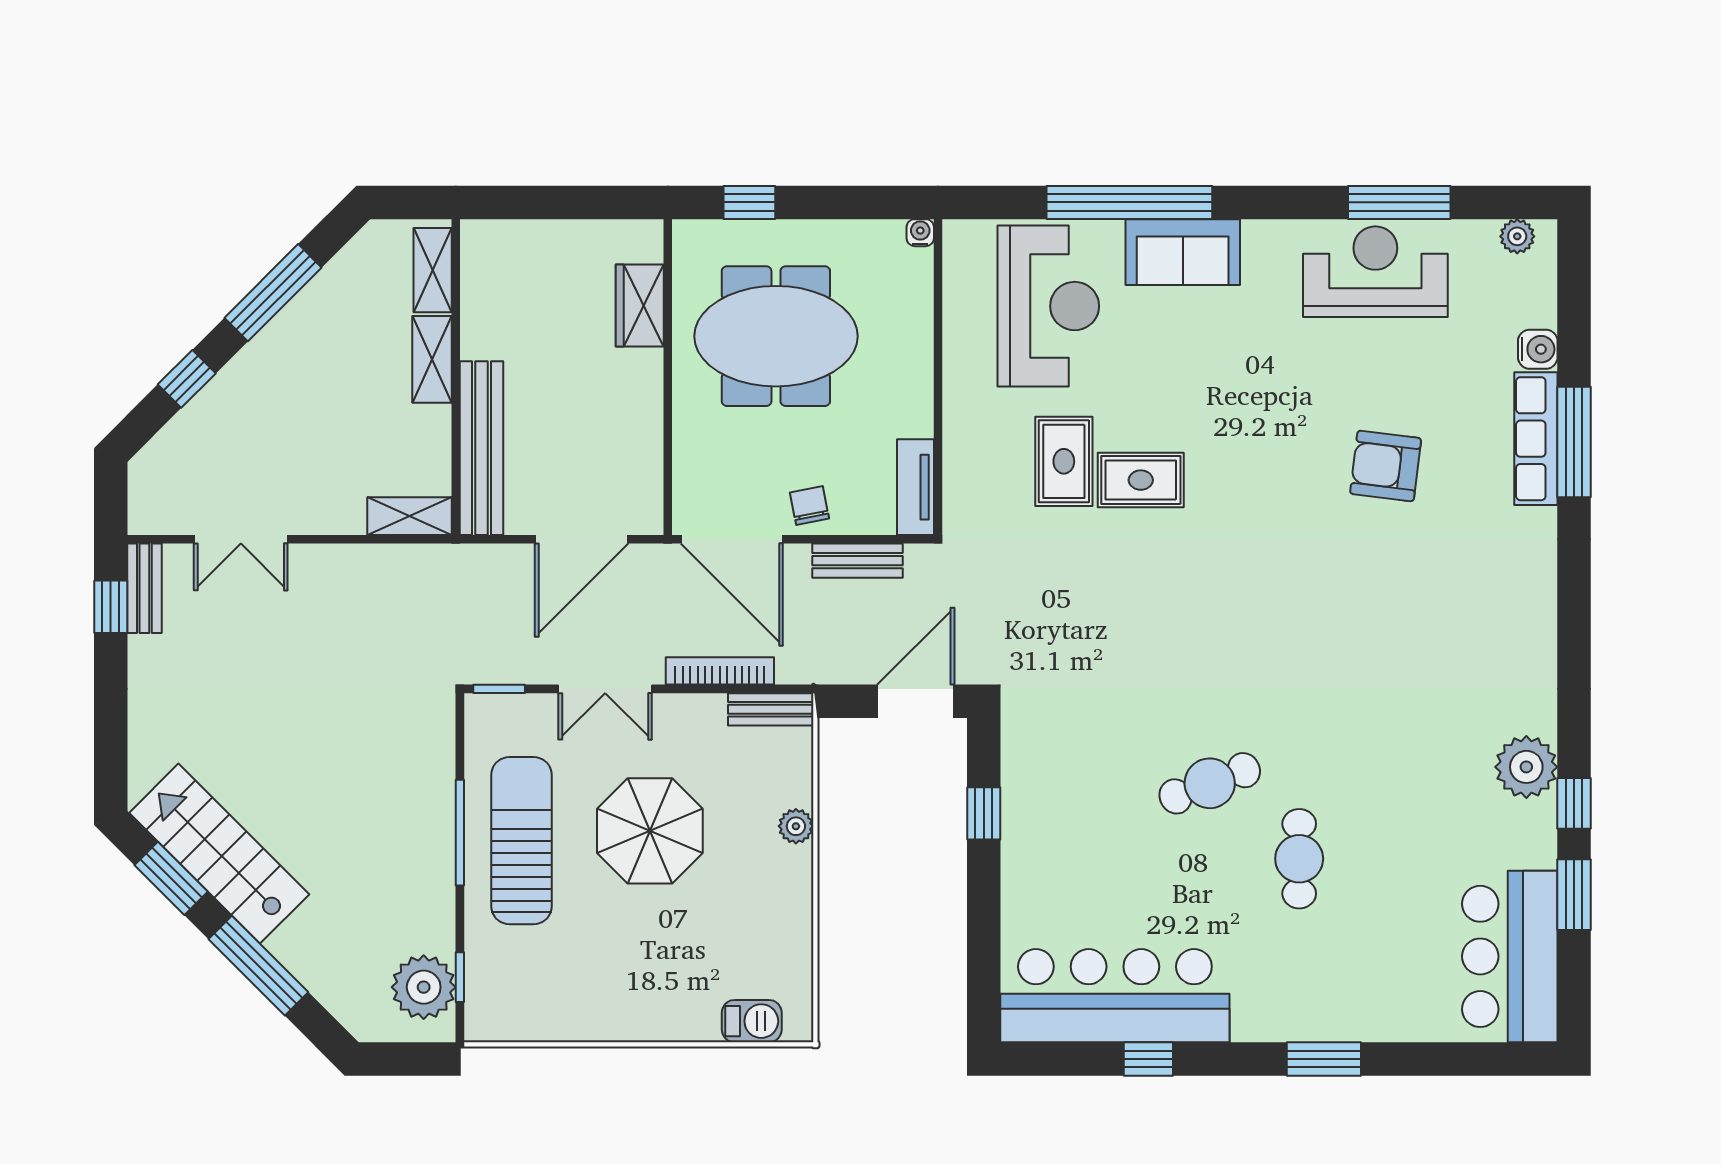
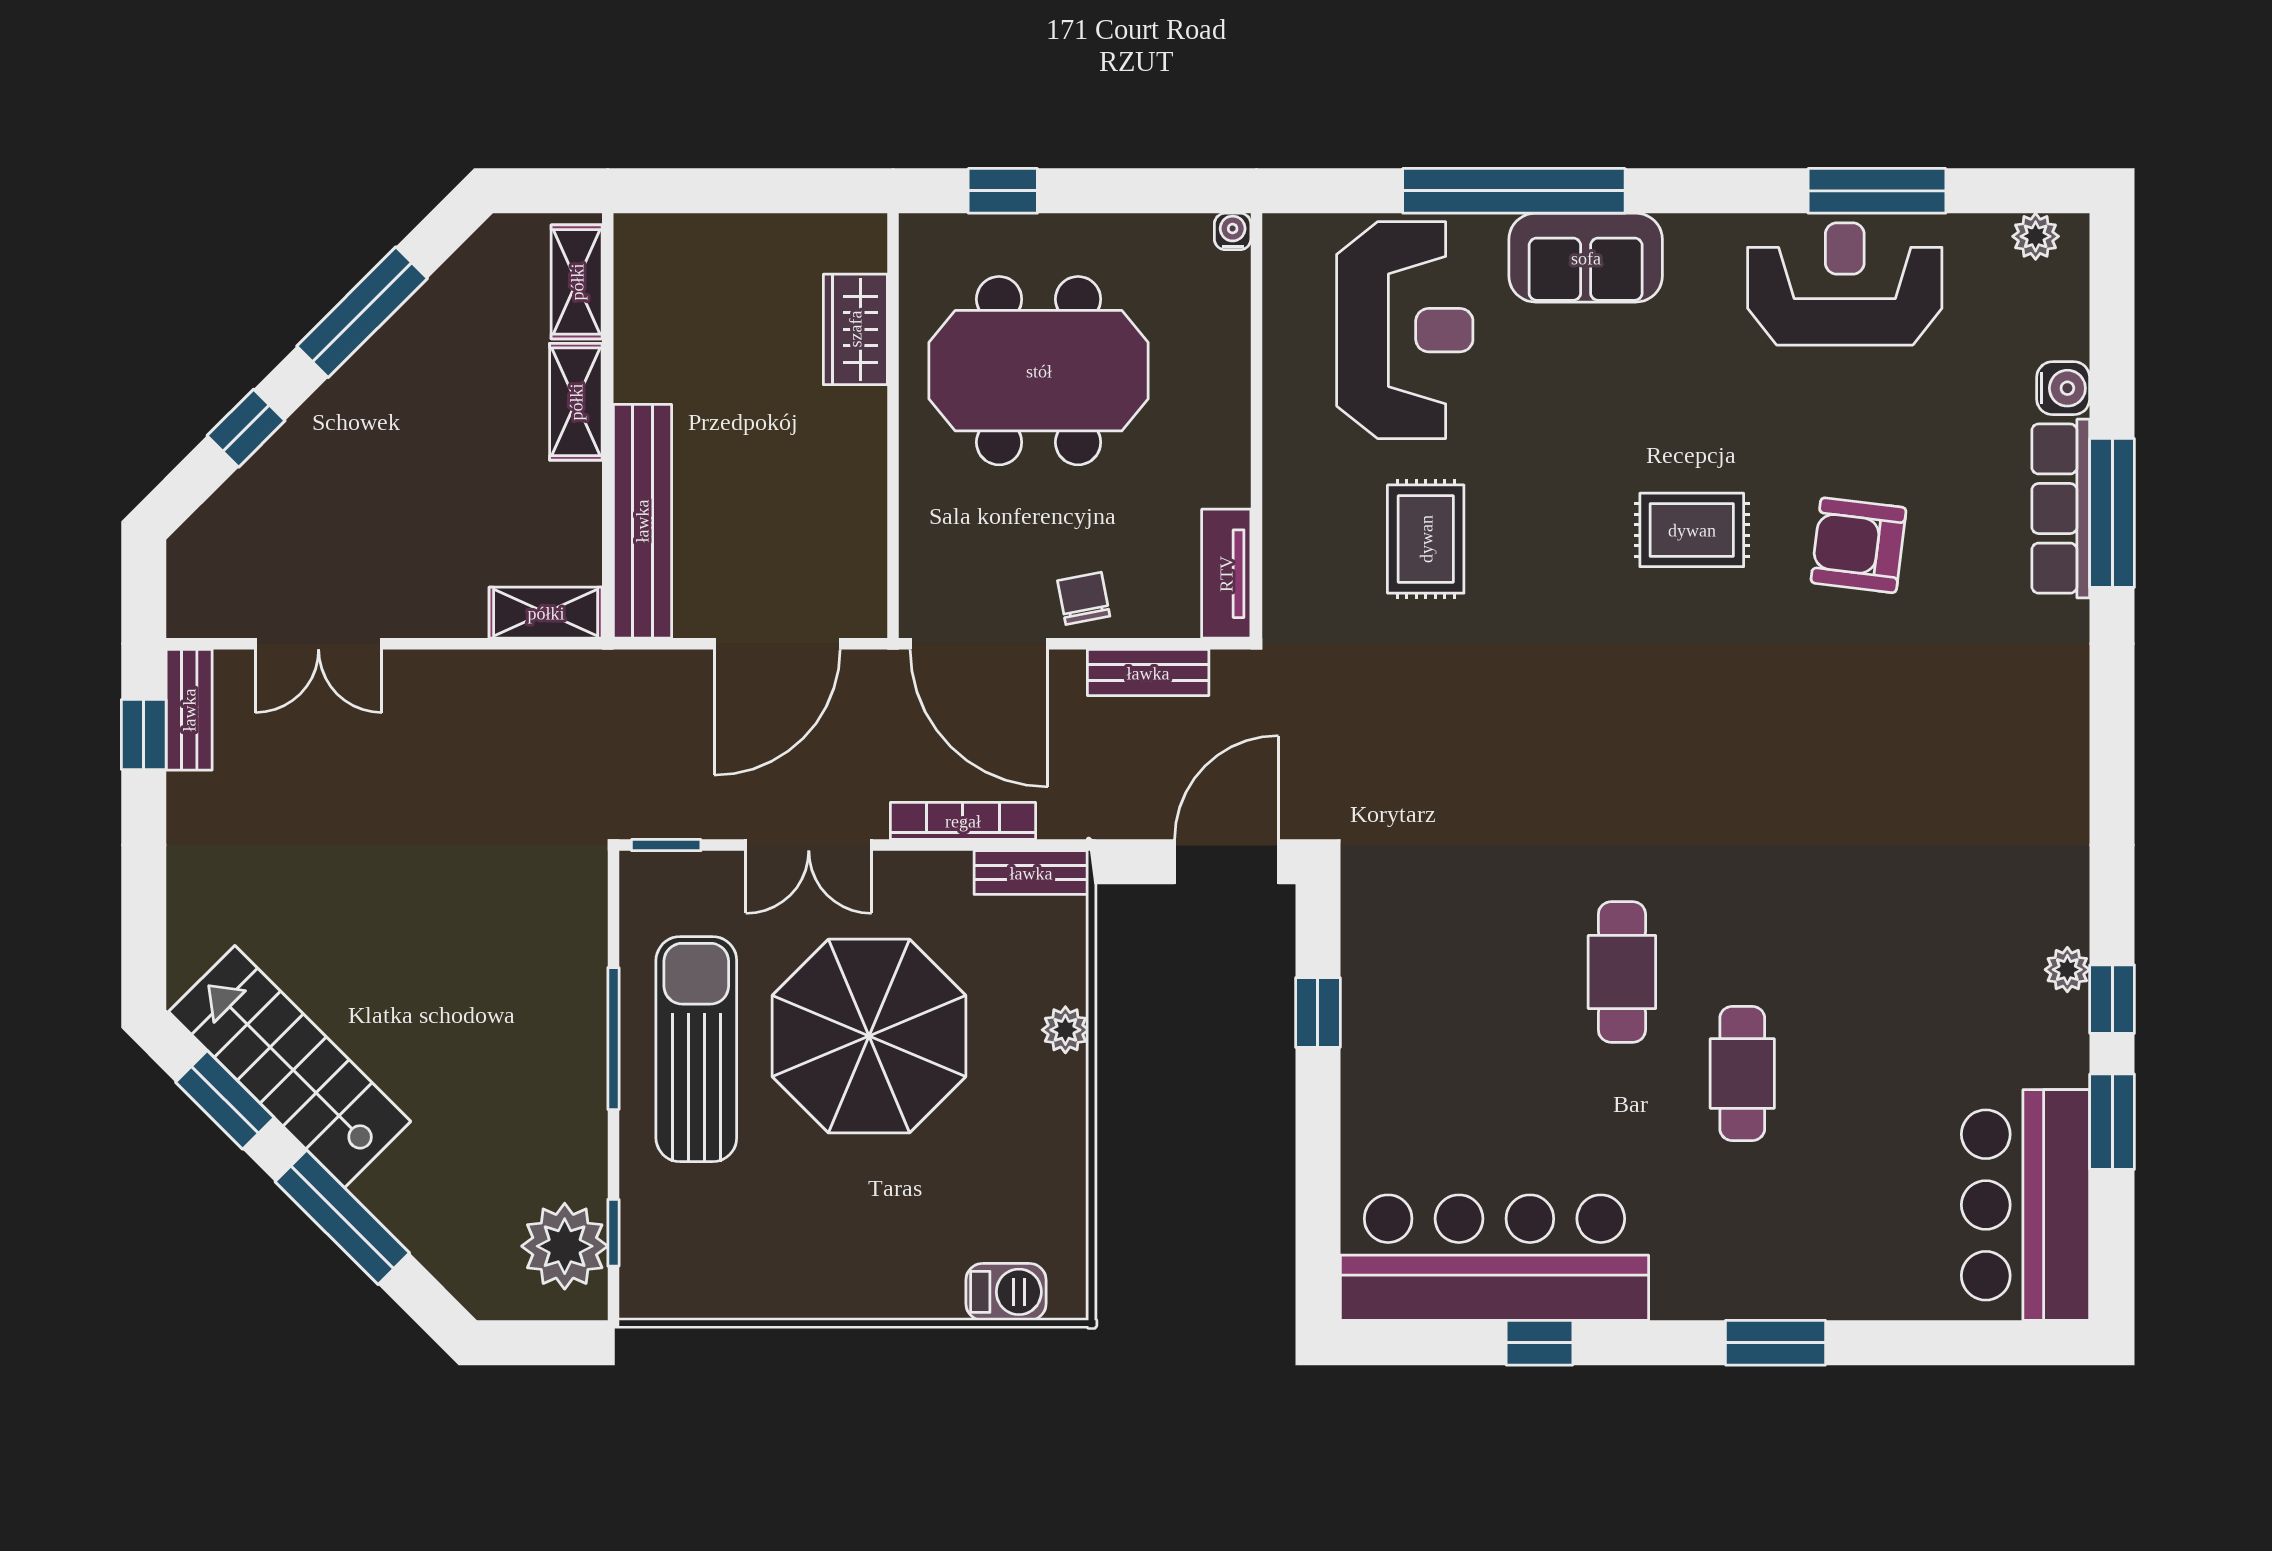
rug: (1141, 480) -> (1692, 530), moved
plant: (1526, 767) -> (2067, 970), width x0.53, depth x0.53
cafe table: (1210, 783) -> (1622, 972), turned -69
parasol: (650, 831) -> (869, 1036), width x1.36, depth x1.36

